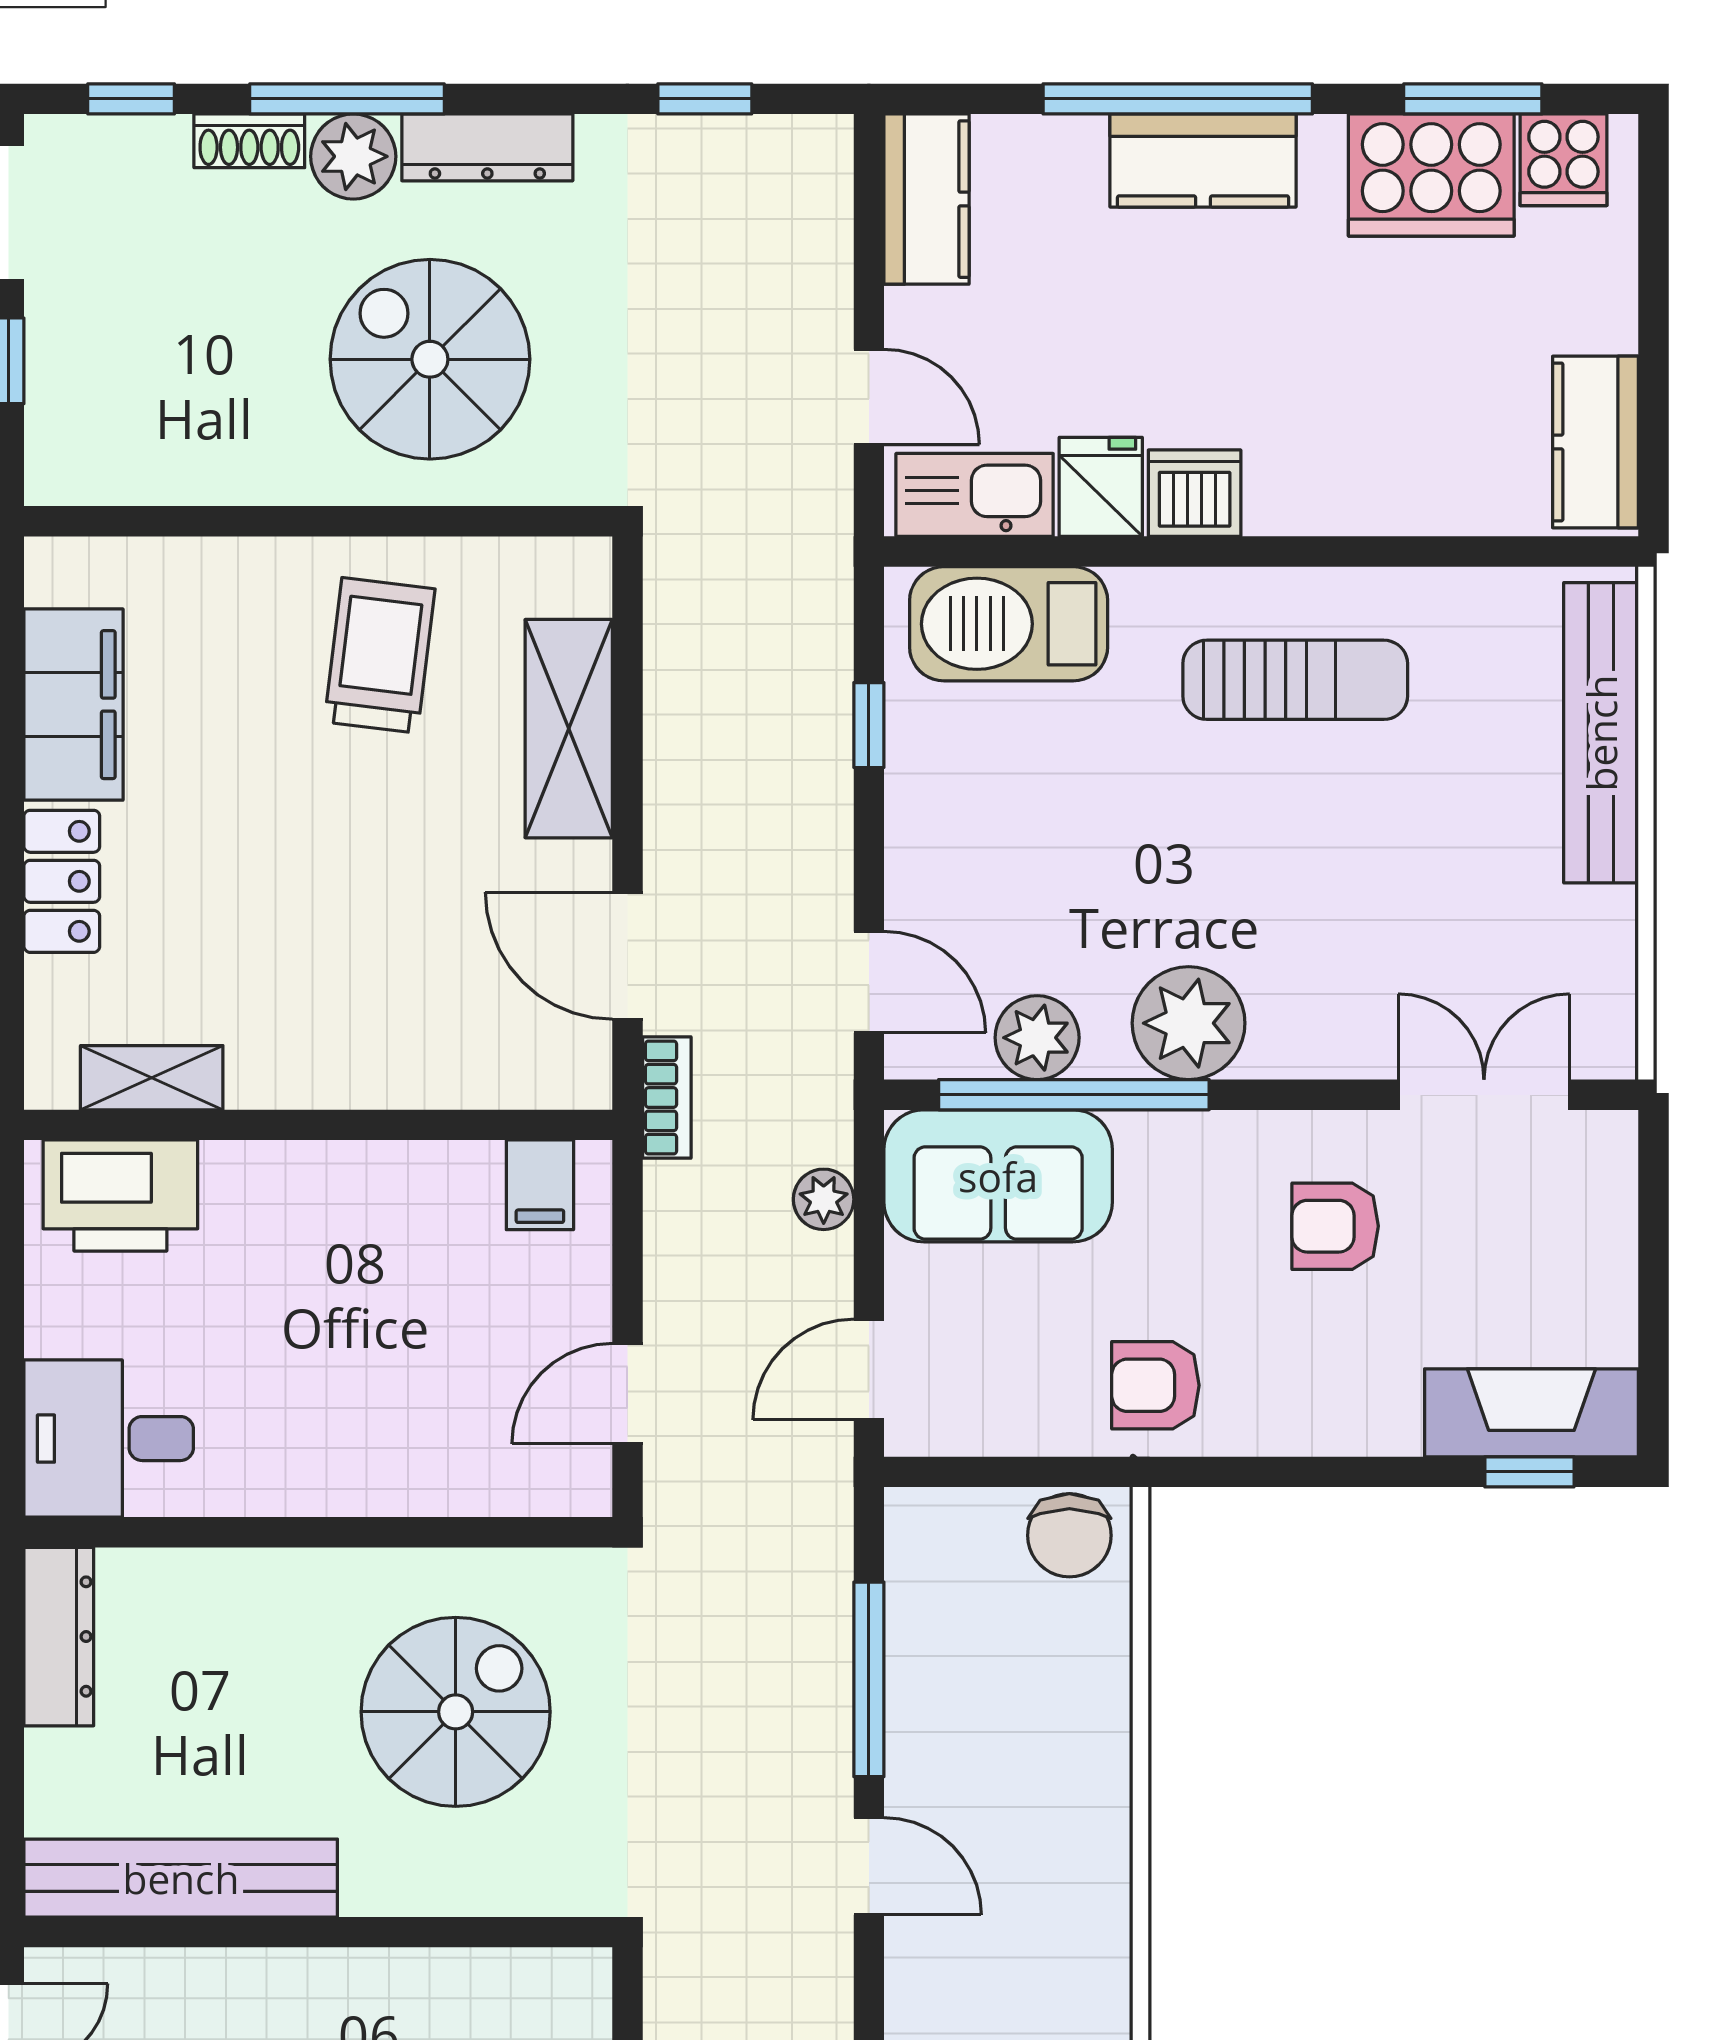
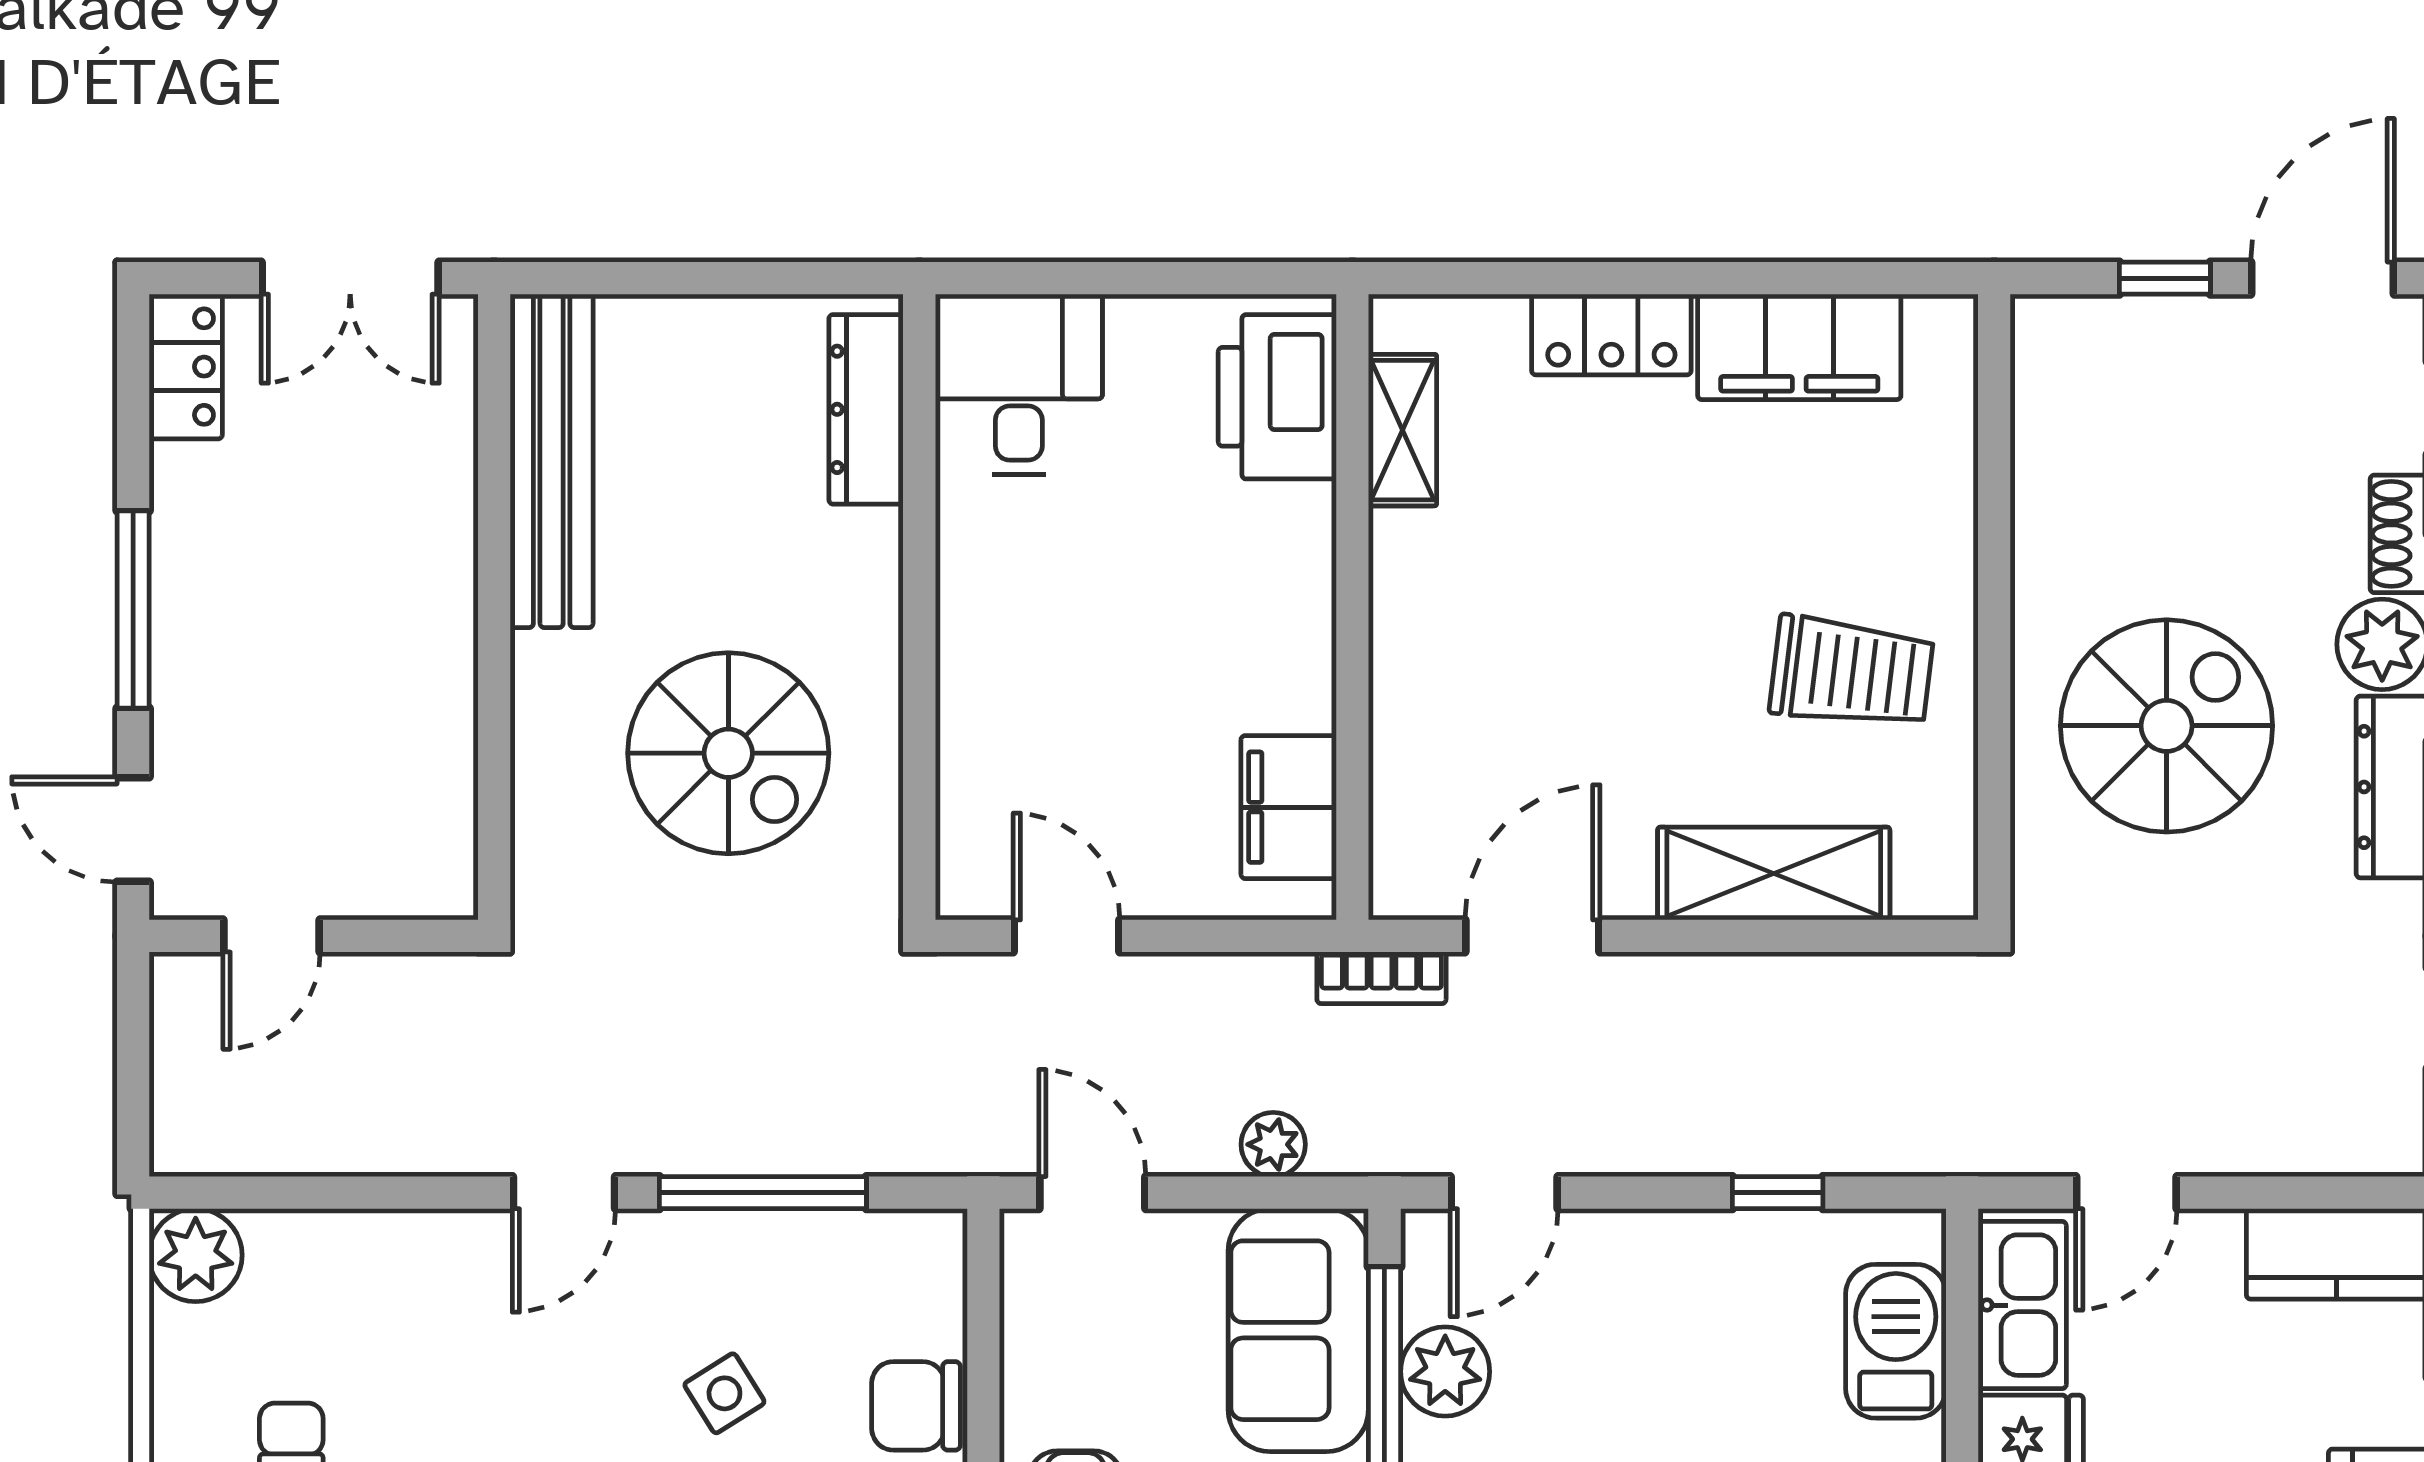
barbecue: (1009, 624) -> (1896, 1341), width x0.73, depth x0.83
filing cabinet: (540, 1185) -> (1289, 807), width x2.00
dresser: (59, 1637) -> (866, 409), moved, turned 90
side table: (1058, 1715) -> (724, 1393), added

